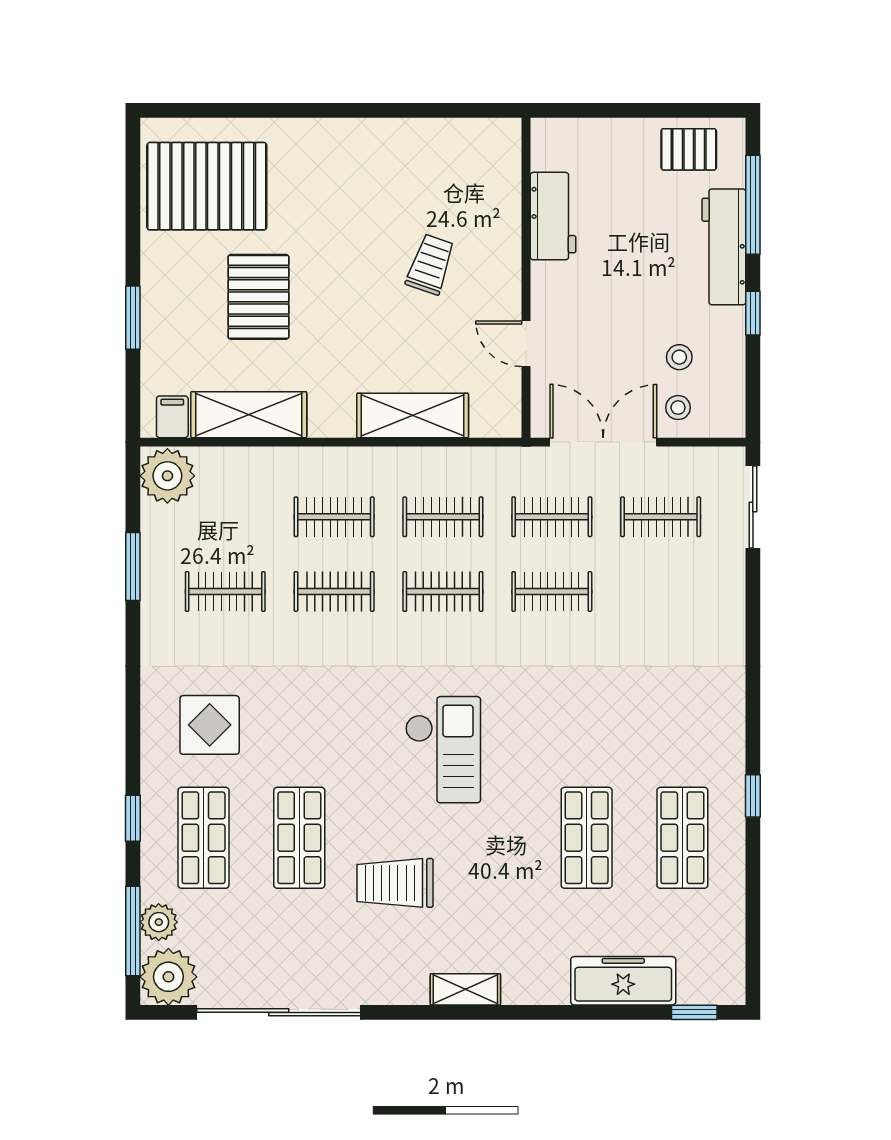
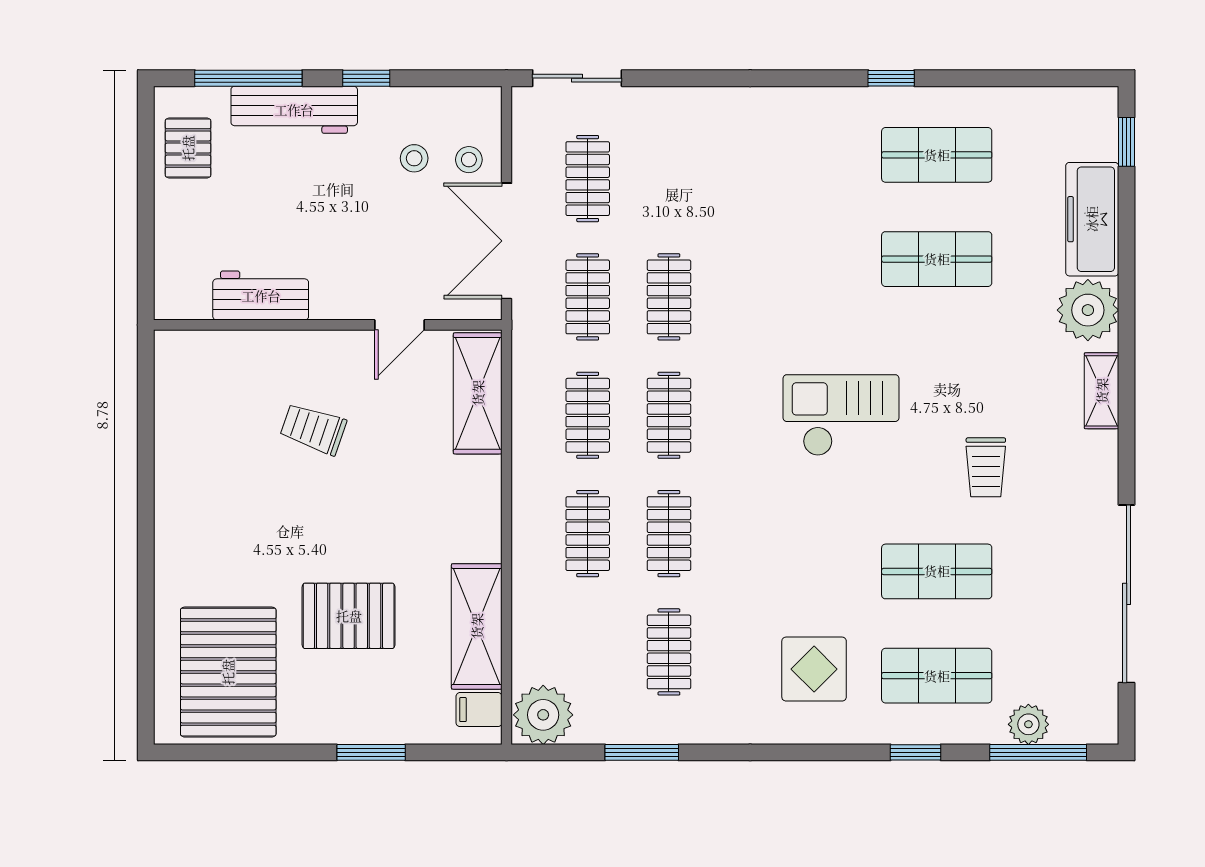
shelving: (413, 415) -> (478, 393), moved
trolley: (395, 883) -> (986, 467), width x0.73, depth x0.72
plant: (168, 977) -> (1088, 310), moved

